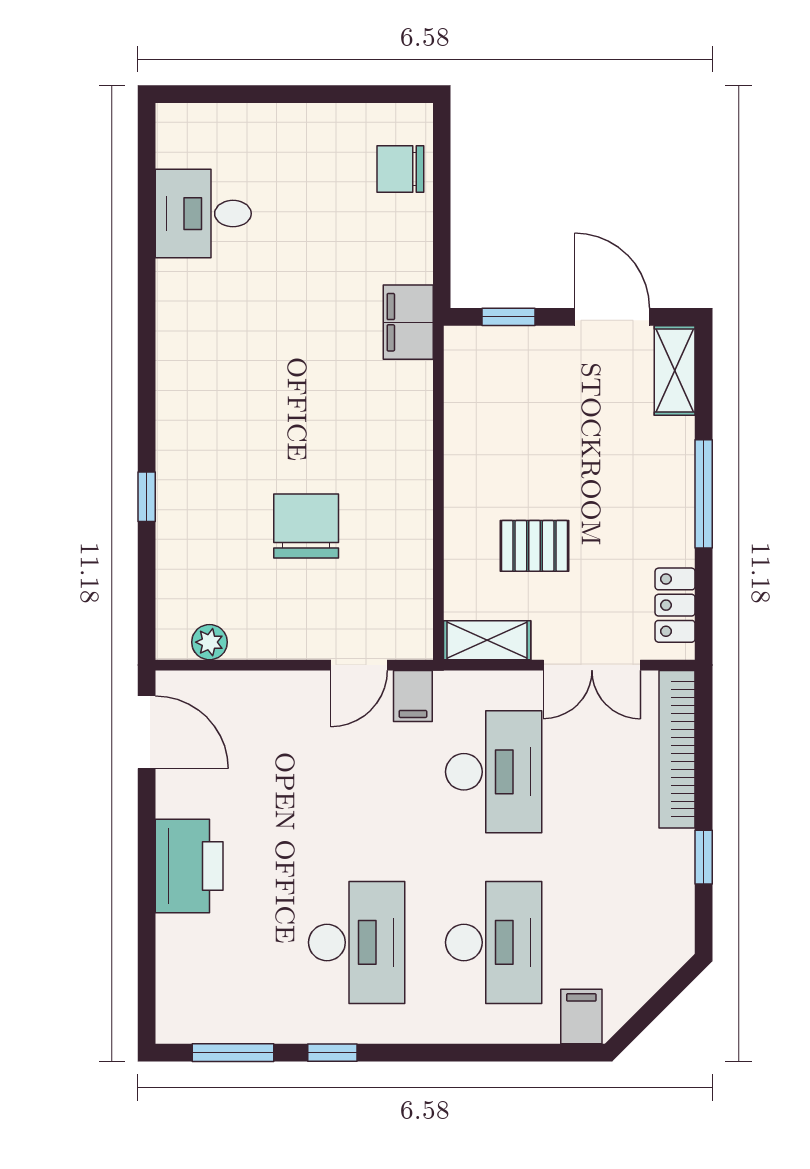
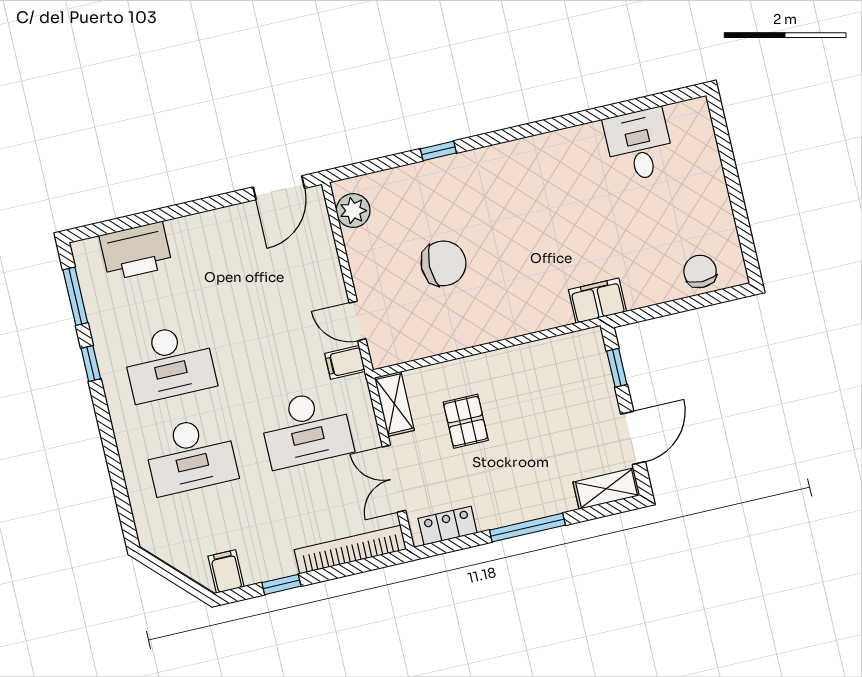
plant: (209, 642) -> (353, 211), width x1.38, depth x1.38
printer: (189, 866) -> (136, 251), moved
filing cabinet: (581, 1017) -> (226, 571), moved, turned -90

